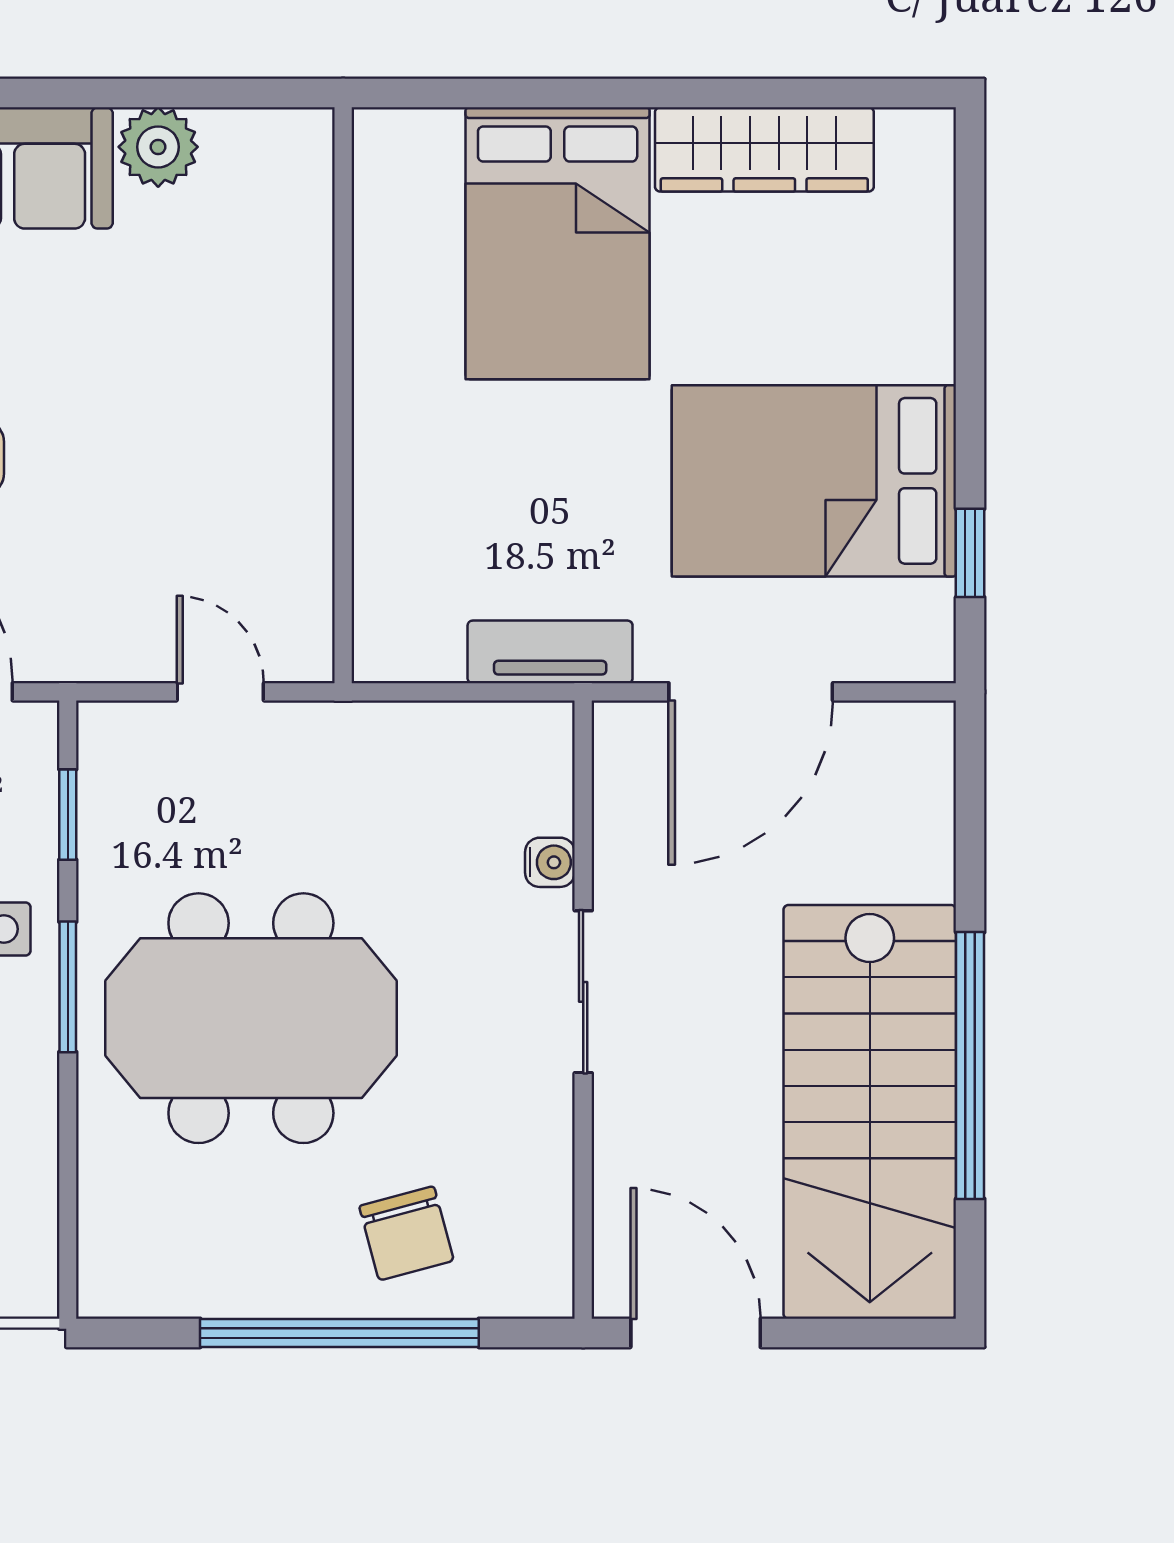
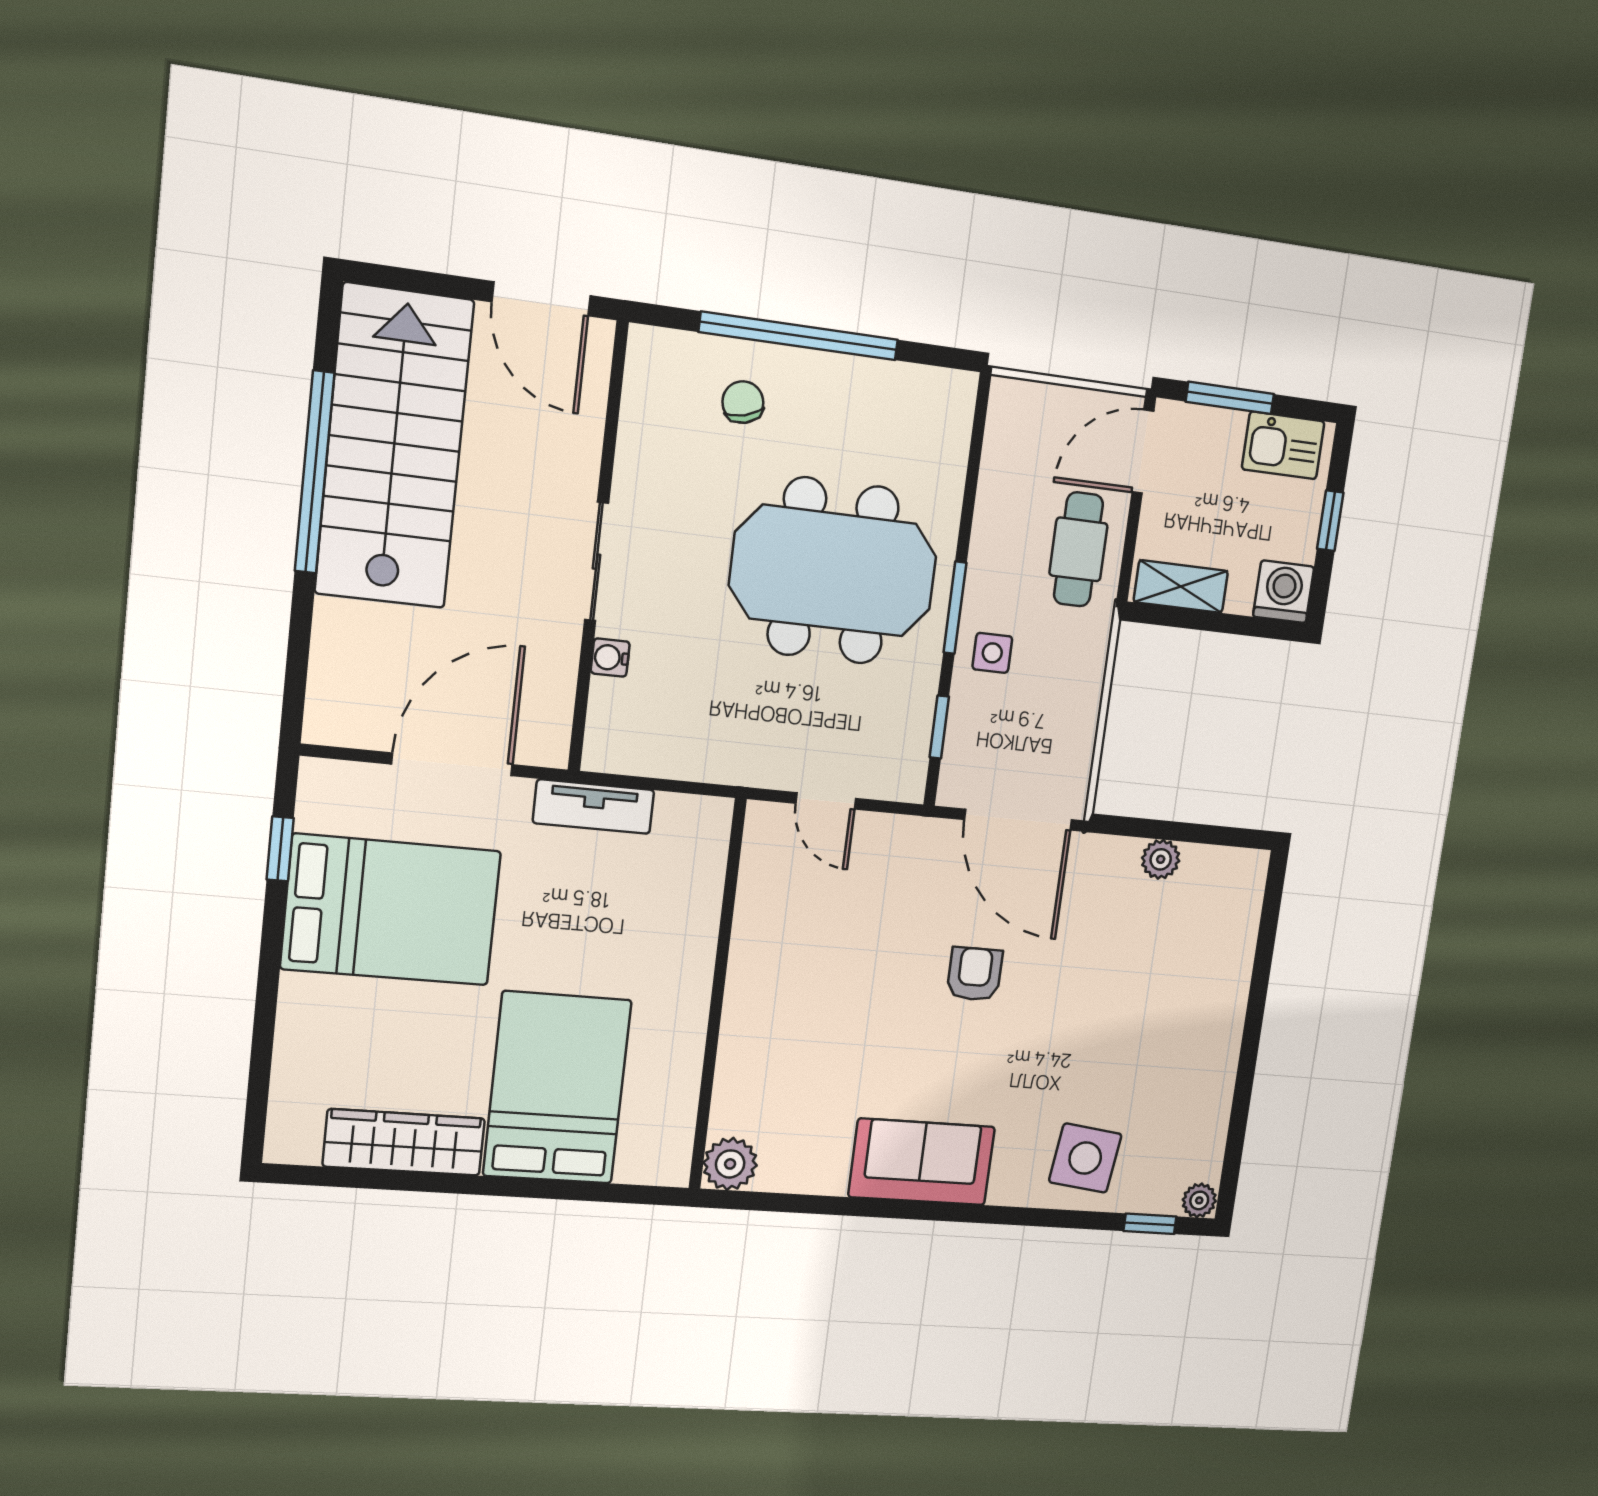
plant: (158, 147) -> (730, 1164), moved
chair: (406, 1233) -> (743, 402), width x0.73, depth x0.73

